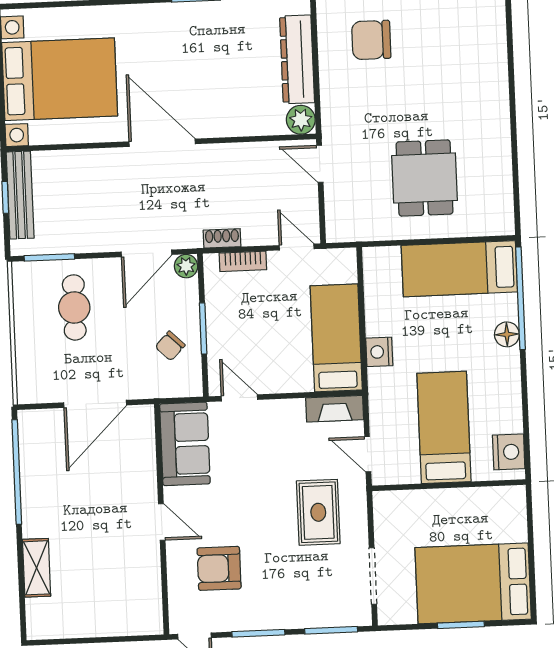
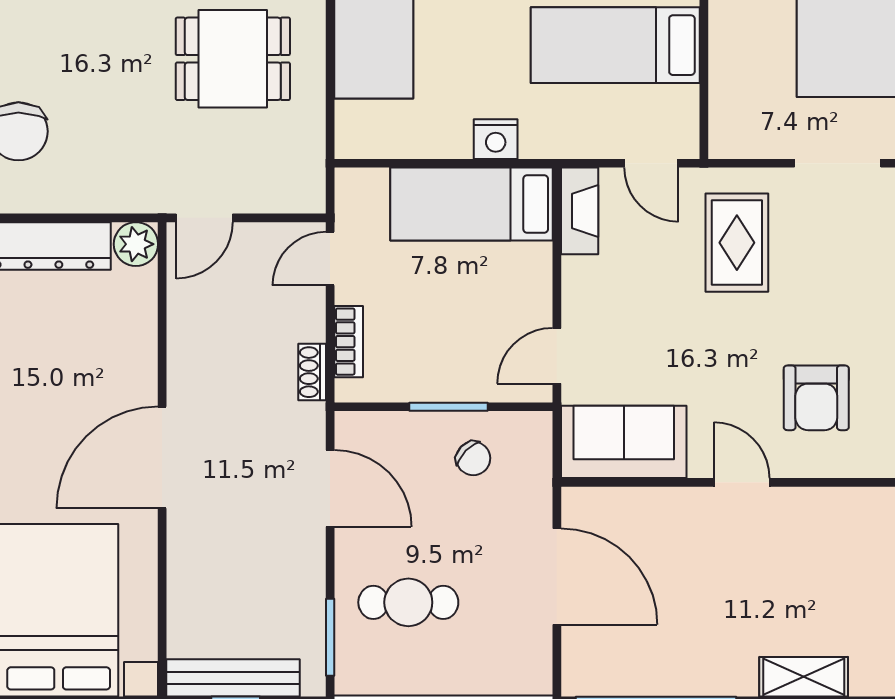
plant: (186, 266) -> (352, 429), removed
door: (368, 454) -> (651, 163), hinge flipped
rug: (318, 512) -> (737, 243), turned 90
door: (162, 522) -> (742, 482), hinge flipped

